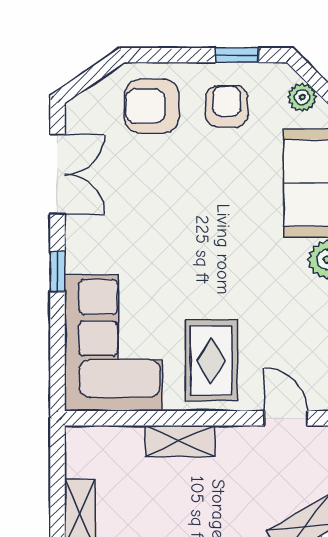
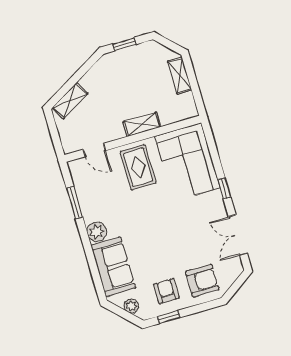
armchair: (227, 106) -> (166, 291), turned 180

